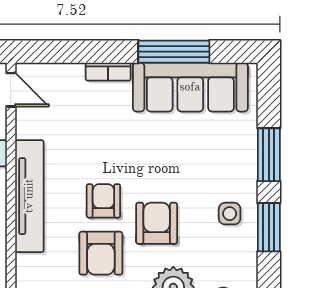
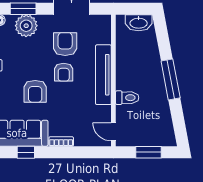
window: (174, 52) -> (26, 152), width x0.46
armchair: (157, 223) -> (35, 91), moved

